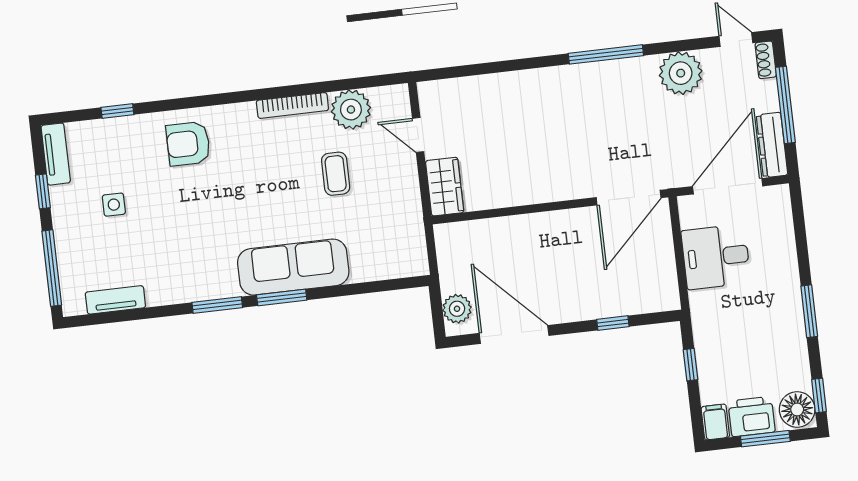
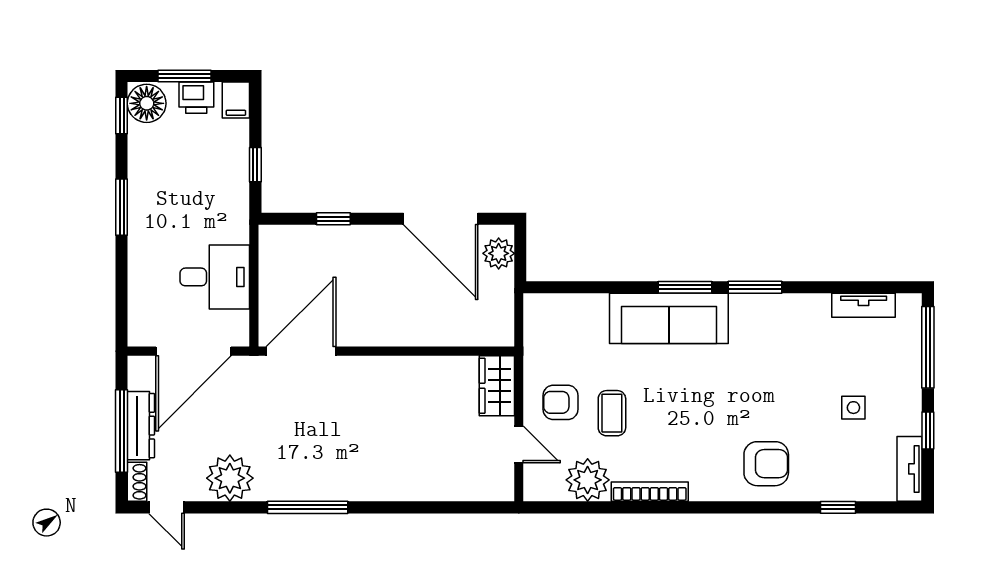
dresser: (772, 145) -> (141, 426), moved
armchair: (384, 178) -> (560, 402), added
printer: (752, 417) -> (196, 98), width x0.73, depth x0.81

